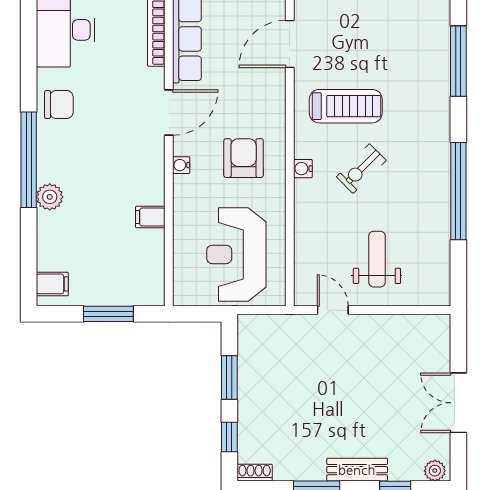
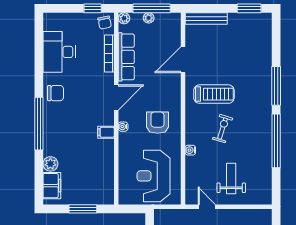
window: (458, 61) -> (276, 86), moved
water cooler: (303, 169) -> (190, 150), moved
exercise bike: (361, 169) -> (223, 129), turned 152
plant: (50, 197) -> (50, 164), moved
filing cabinet: (150, 217) -> (106, 132), moved
filing cabinet: (52, 284) -> (52, 186), width x2.00

